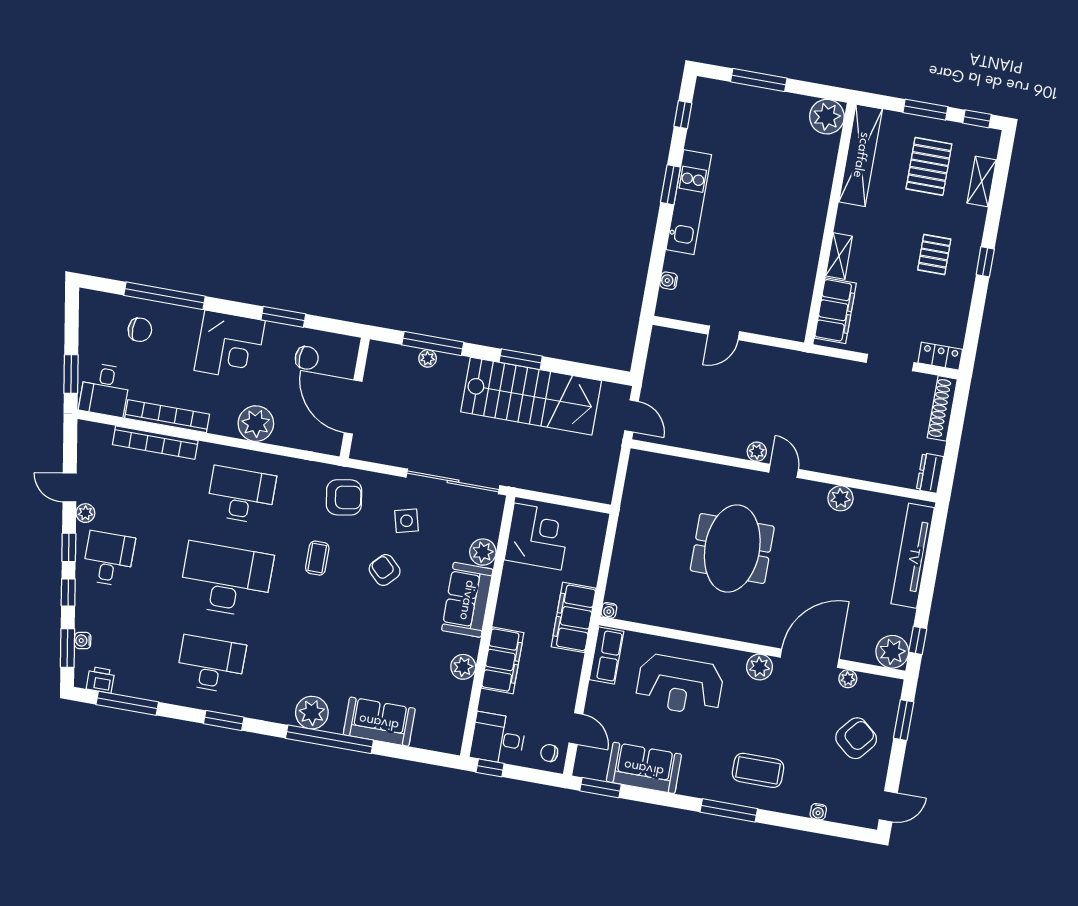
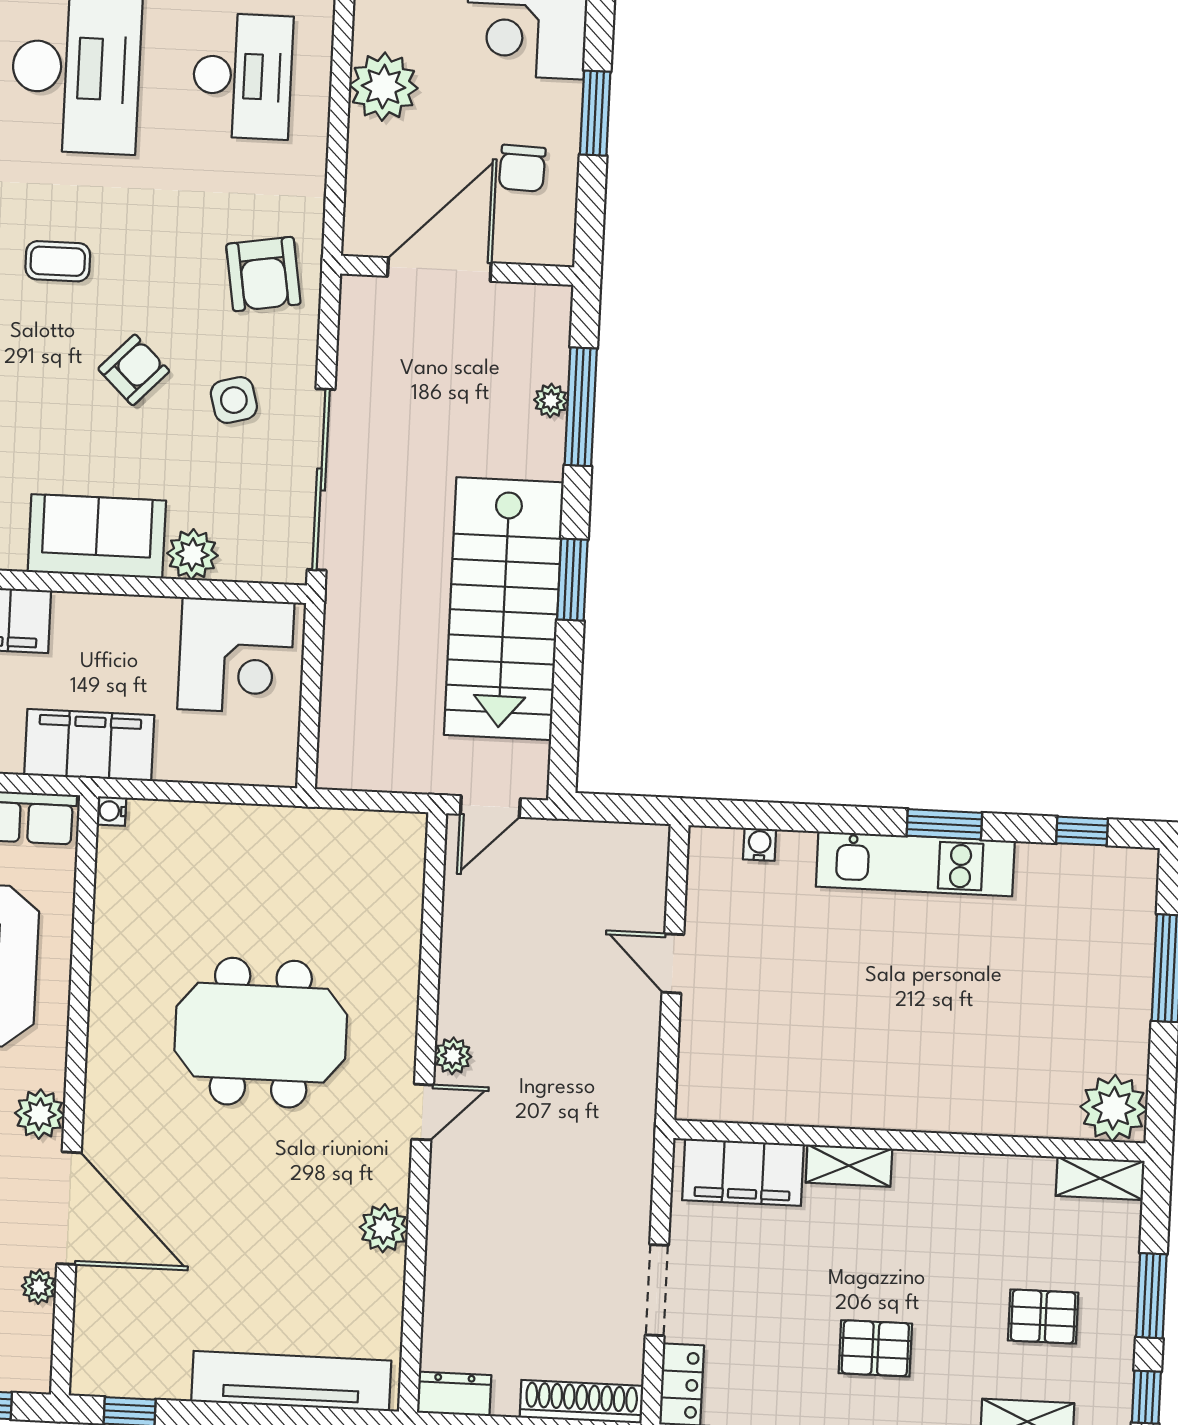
shelving: (861, 155) -> (1100, 1178), width x0.45, depth x0.75
pallet: (929, 166) -> (1043, 1317), width x0.67, depth x0.71
coffee table: (317, 558) -> (58, 261), moved
plant: (892, 652) -> (102, 1365), removed

